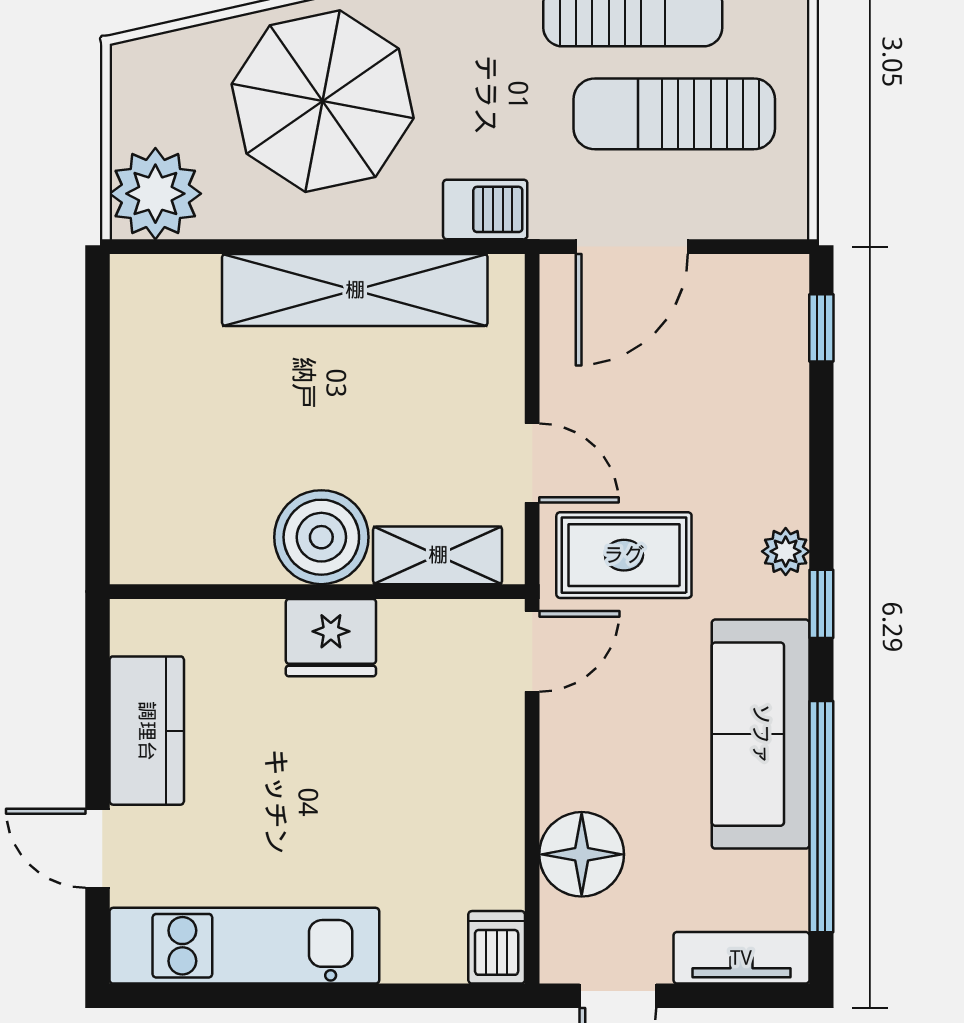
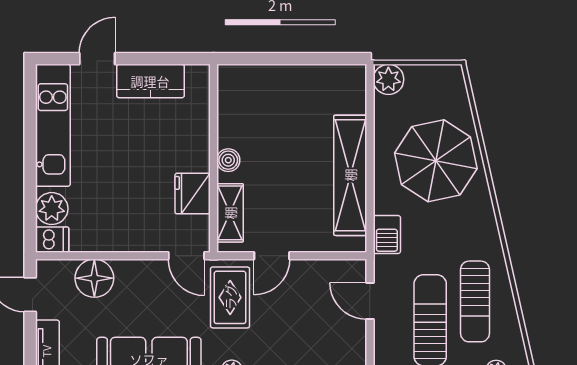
plant: (155, 194) -> (388, 79), width x0.73, depth x0.73
door: (632, 247) -> (370, 301), width x0.73
boiler: (321, 537) -> (228, 160), width x0.54, depth x0.54
fridge: (331, 638) -> (193, 194), moved
plant: (428, 948) -> (52, 209), added

